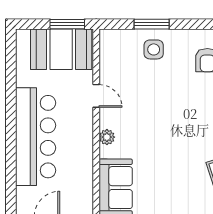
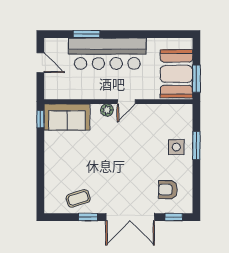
door: (96, 96) -> (126, 102), moved
window: (11, 163) -> (87, 34), added

